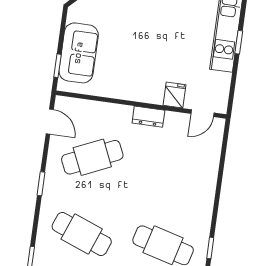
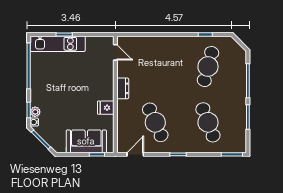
fridge: (174, 95) -> (106, 108), moved
cafe table: (82, 234) -> (208, 122), turned -42

